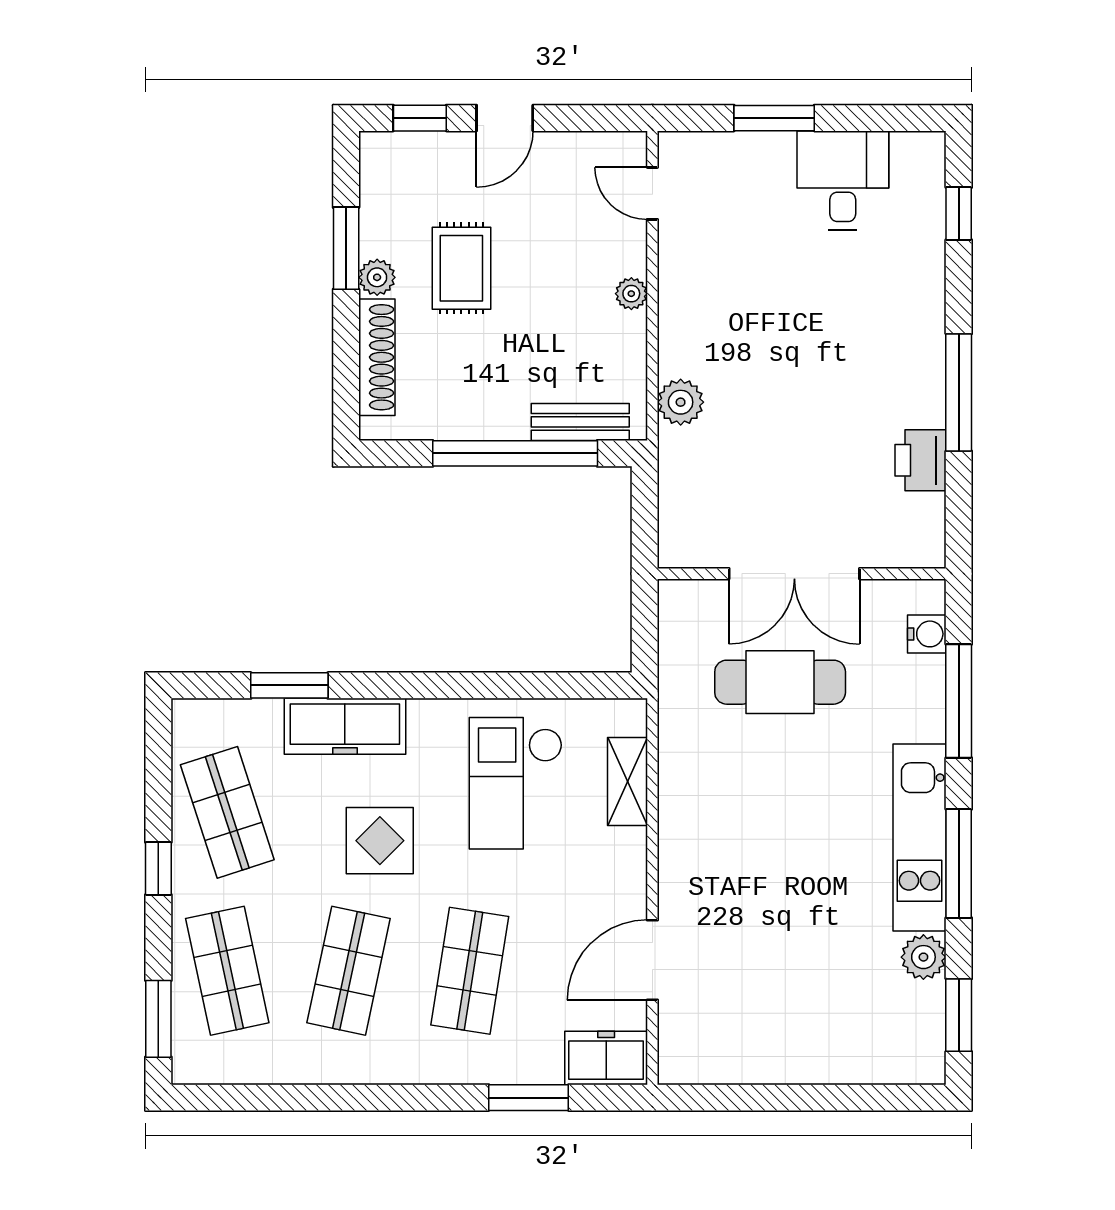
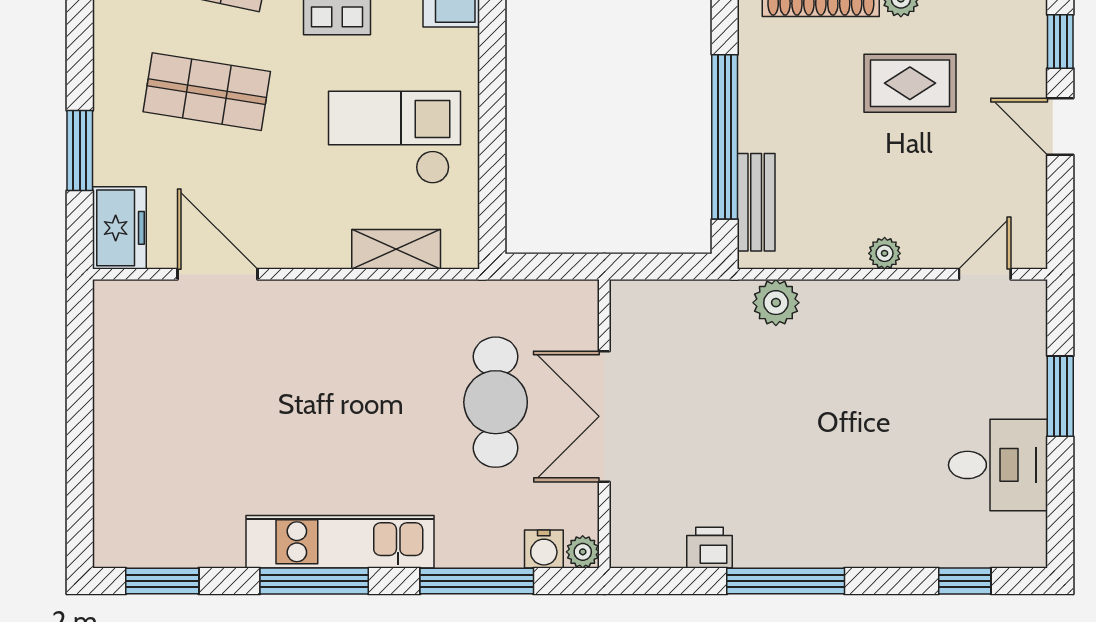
printer: (920, 460) -> (710, 548), width x0.73, depth x0.81
plant: (923, 957) -> (583, 552), moved, width x0.73, depth x0.73

